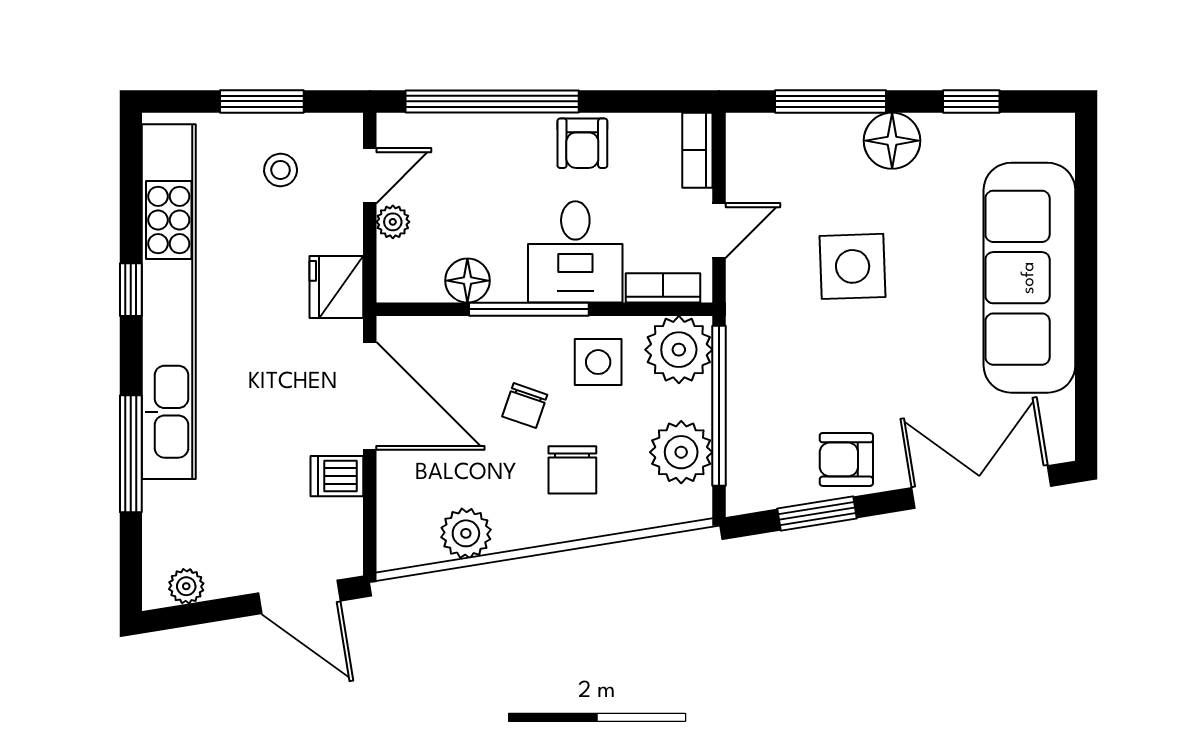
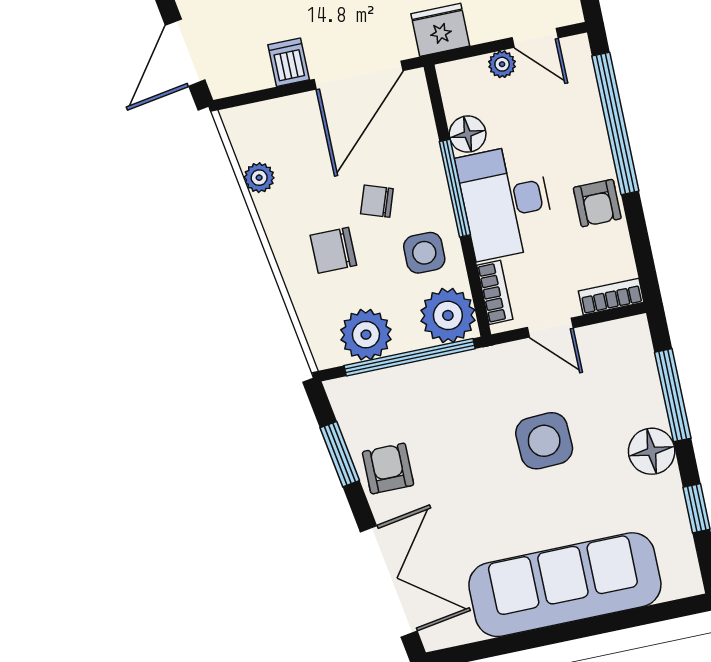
armchair: (582, 143) -> (597, 203), turned -90
desk: (575, 252) -> (506, 202), width x1.37
plant: (466, 533) -> (259, 178), width x0.73, depth x0.73

